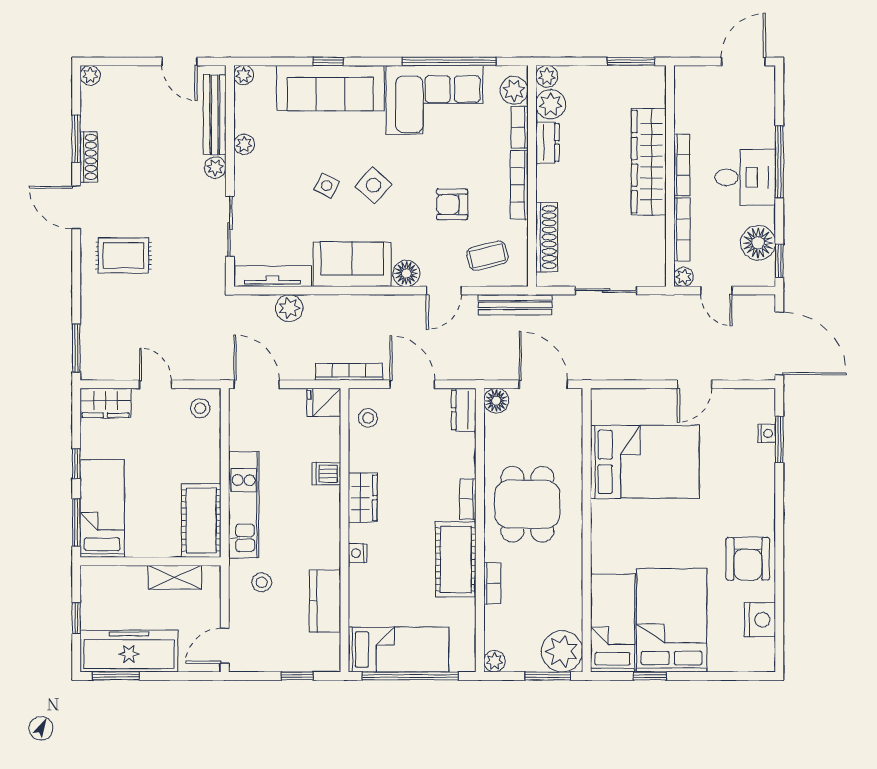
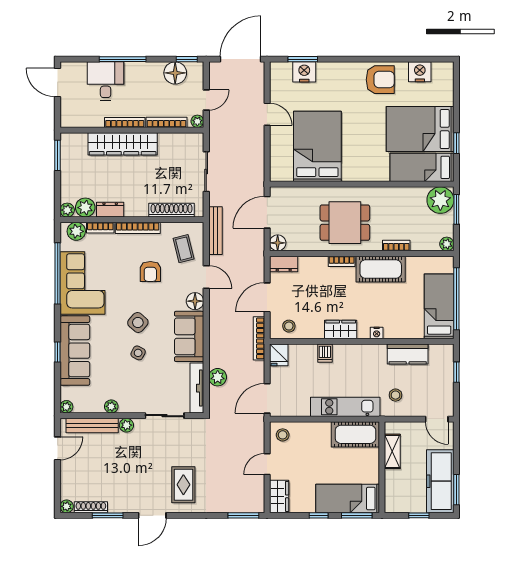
shoe rack: (89, 157) -> (91, 507), moved
desk: (745, 177) -> (106, 81), moved
nightstand: (767, 433) -> (304, 72), width x1.89, depth x1.79

